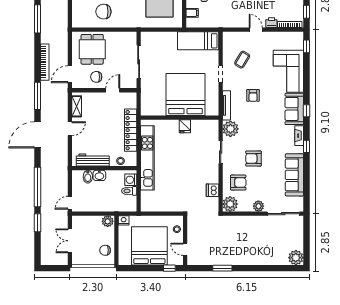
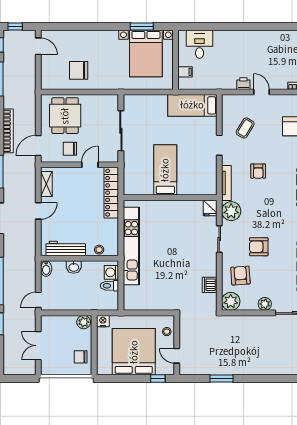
printer: (271, 23) -> (243, 84), moved
bed: (186, 94) -> (165, 170), width x0.49
fridge: (185, 126) -> (210, 208), moved
locker: (131, 130) -> (111, 193), moved
bidet: (88, 177) -> (46, 269), moved
armchair: (238, 182) -> (240, 276), turned -94

